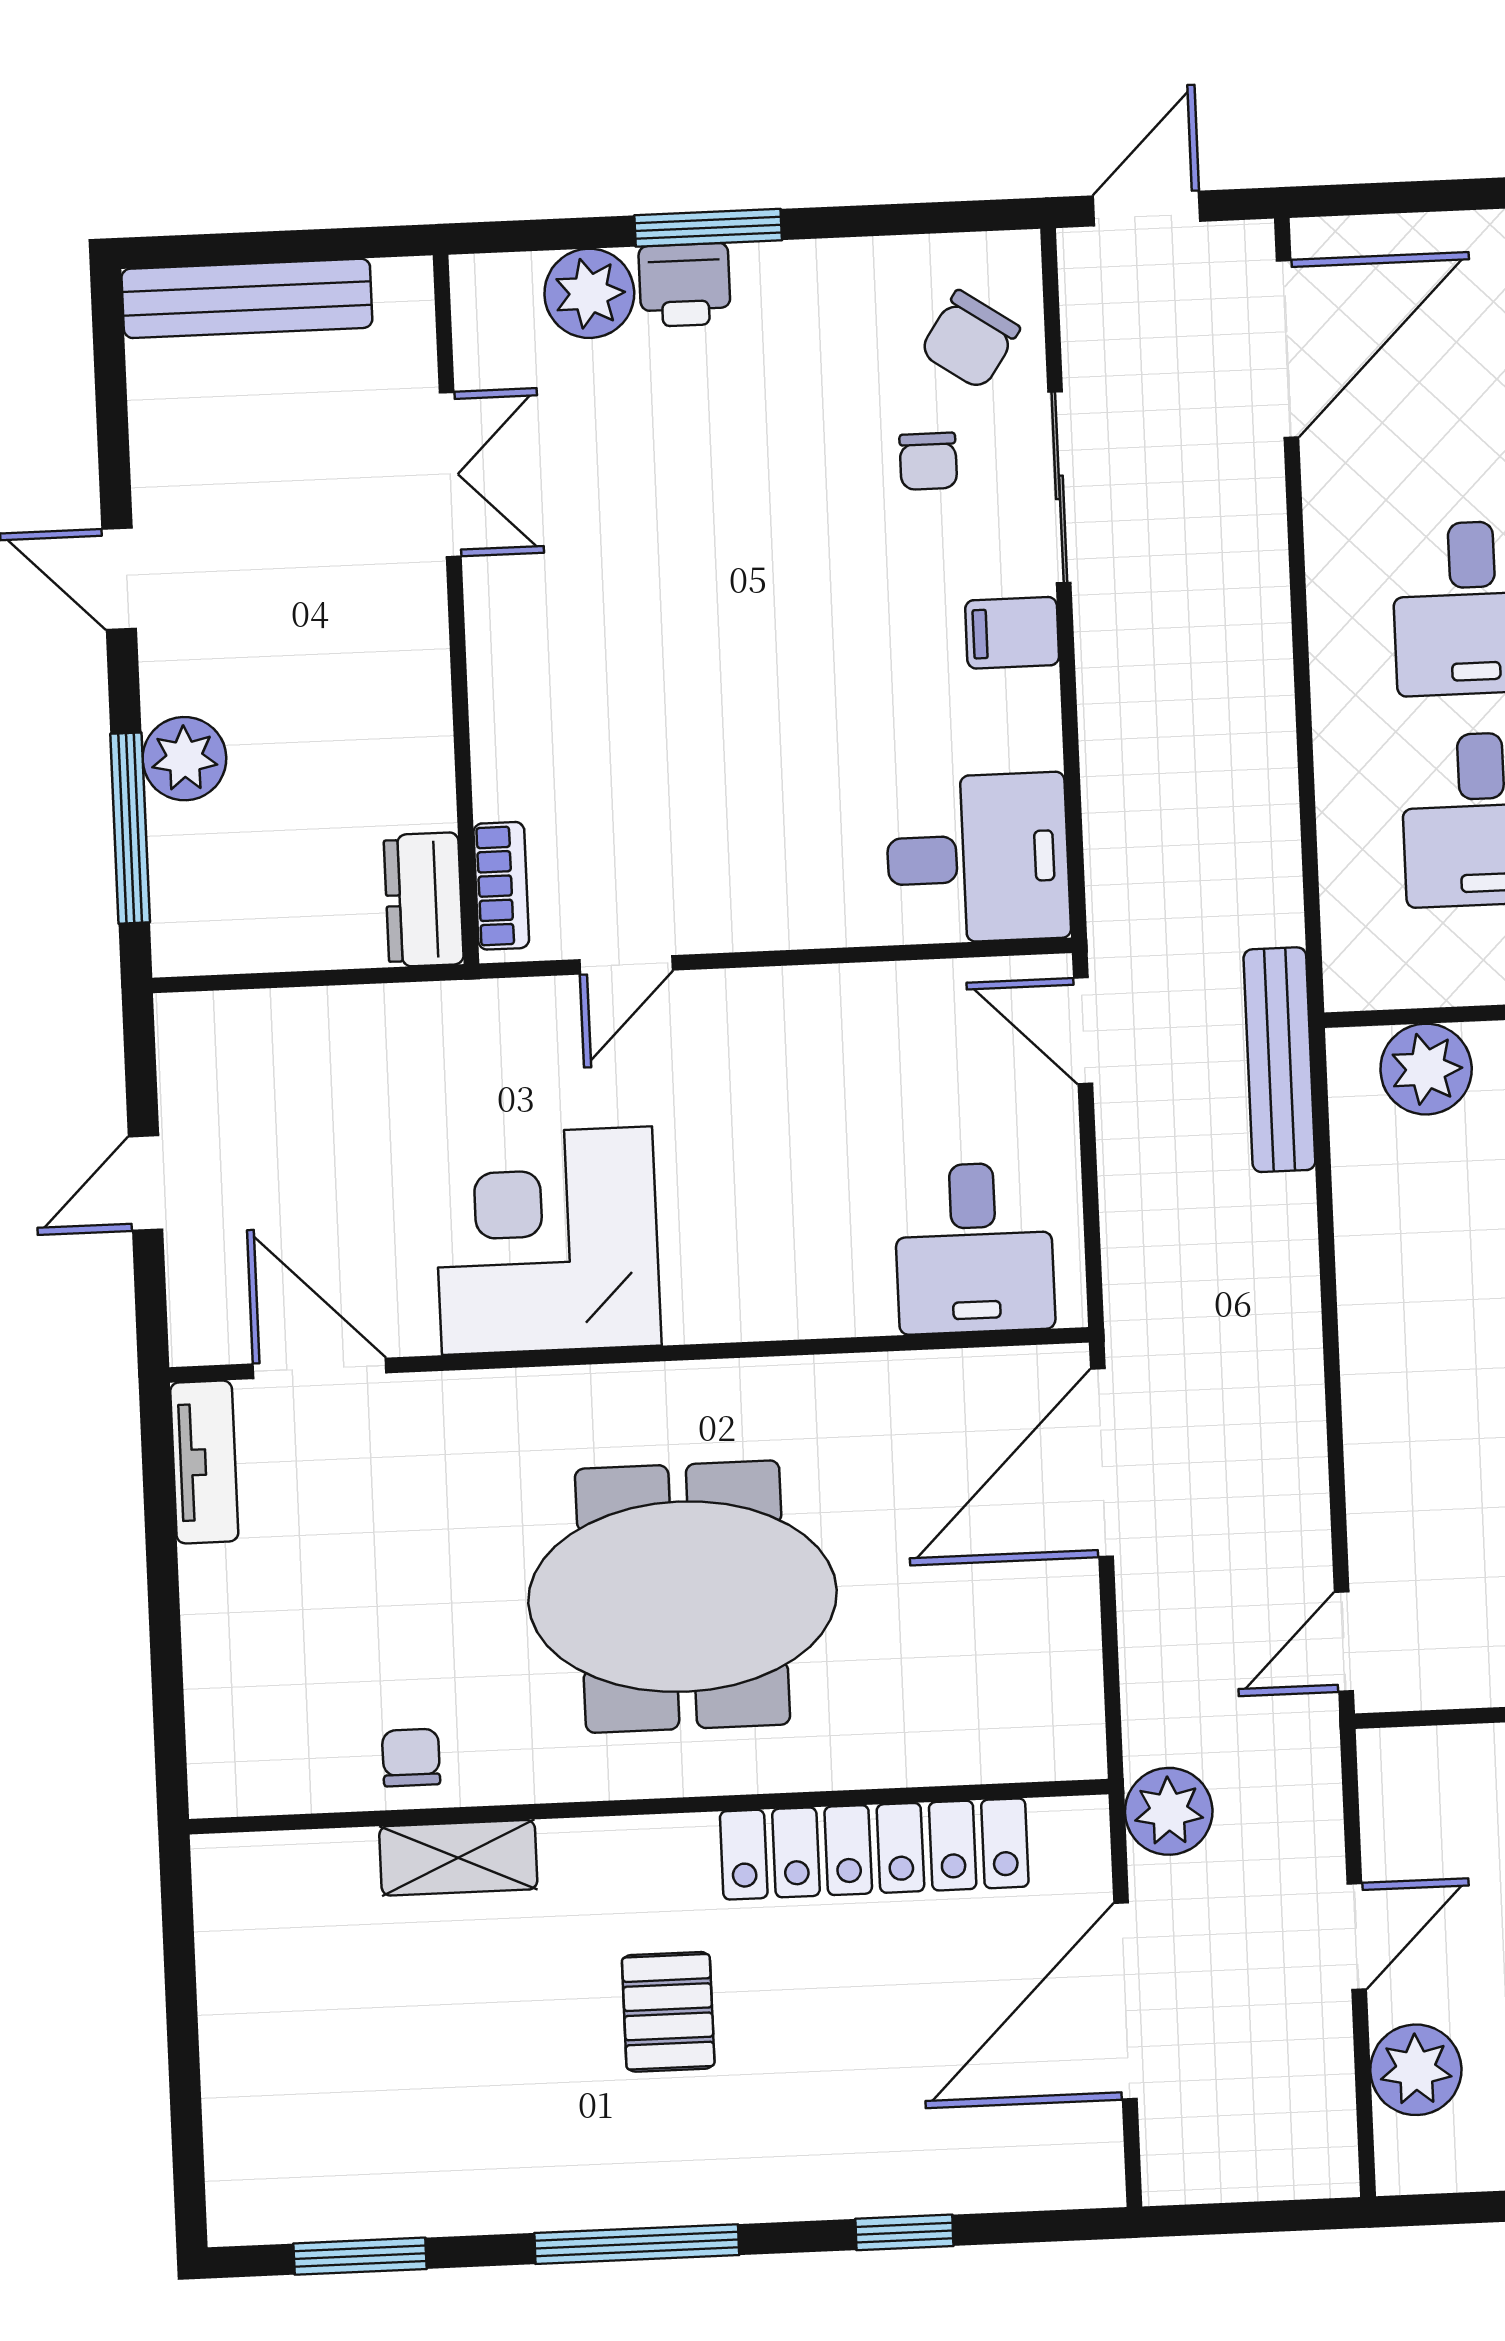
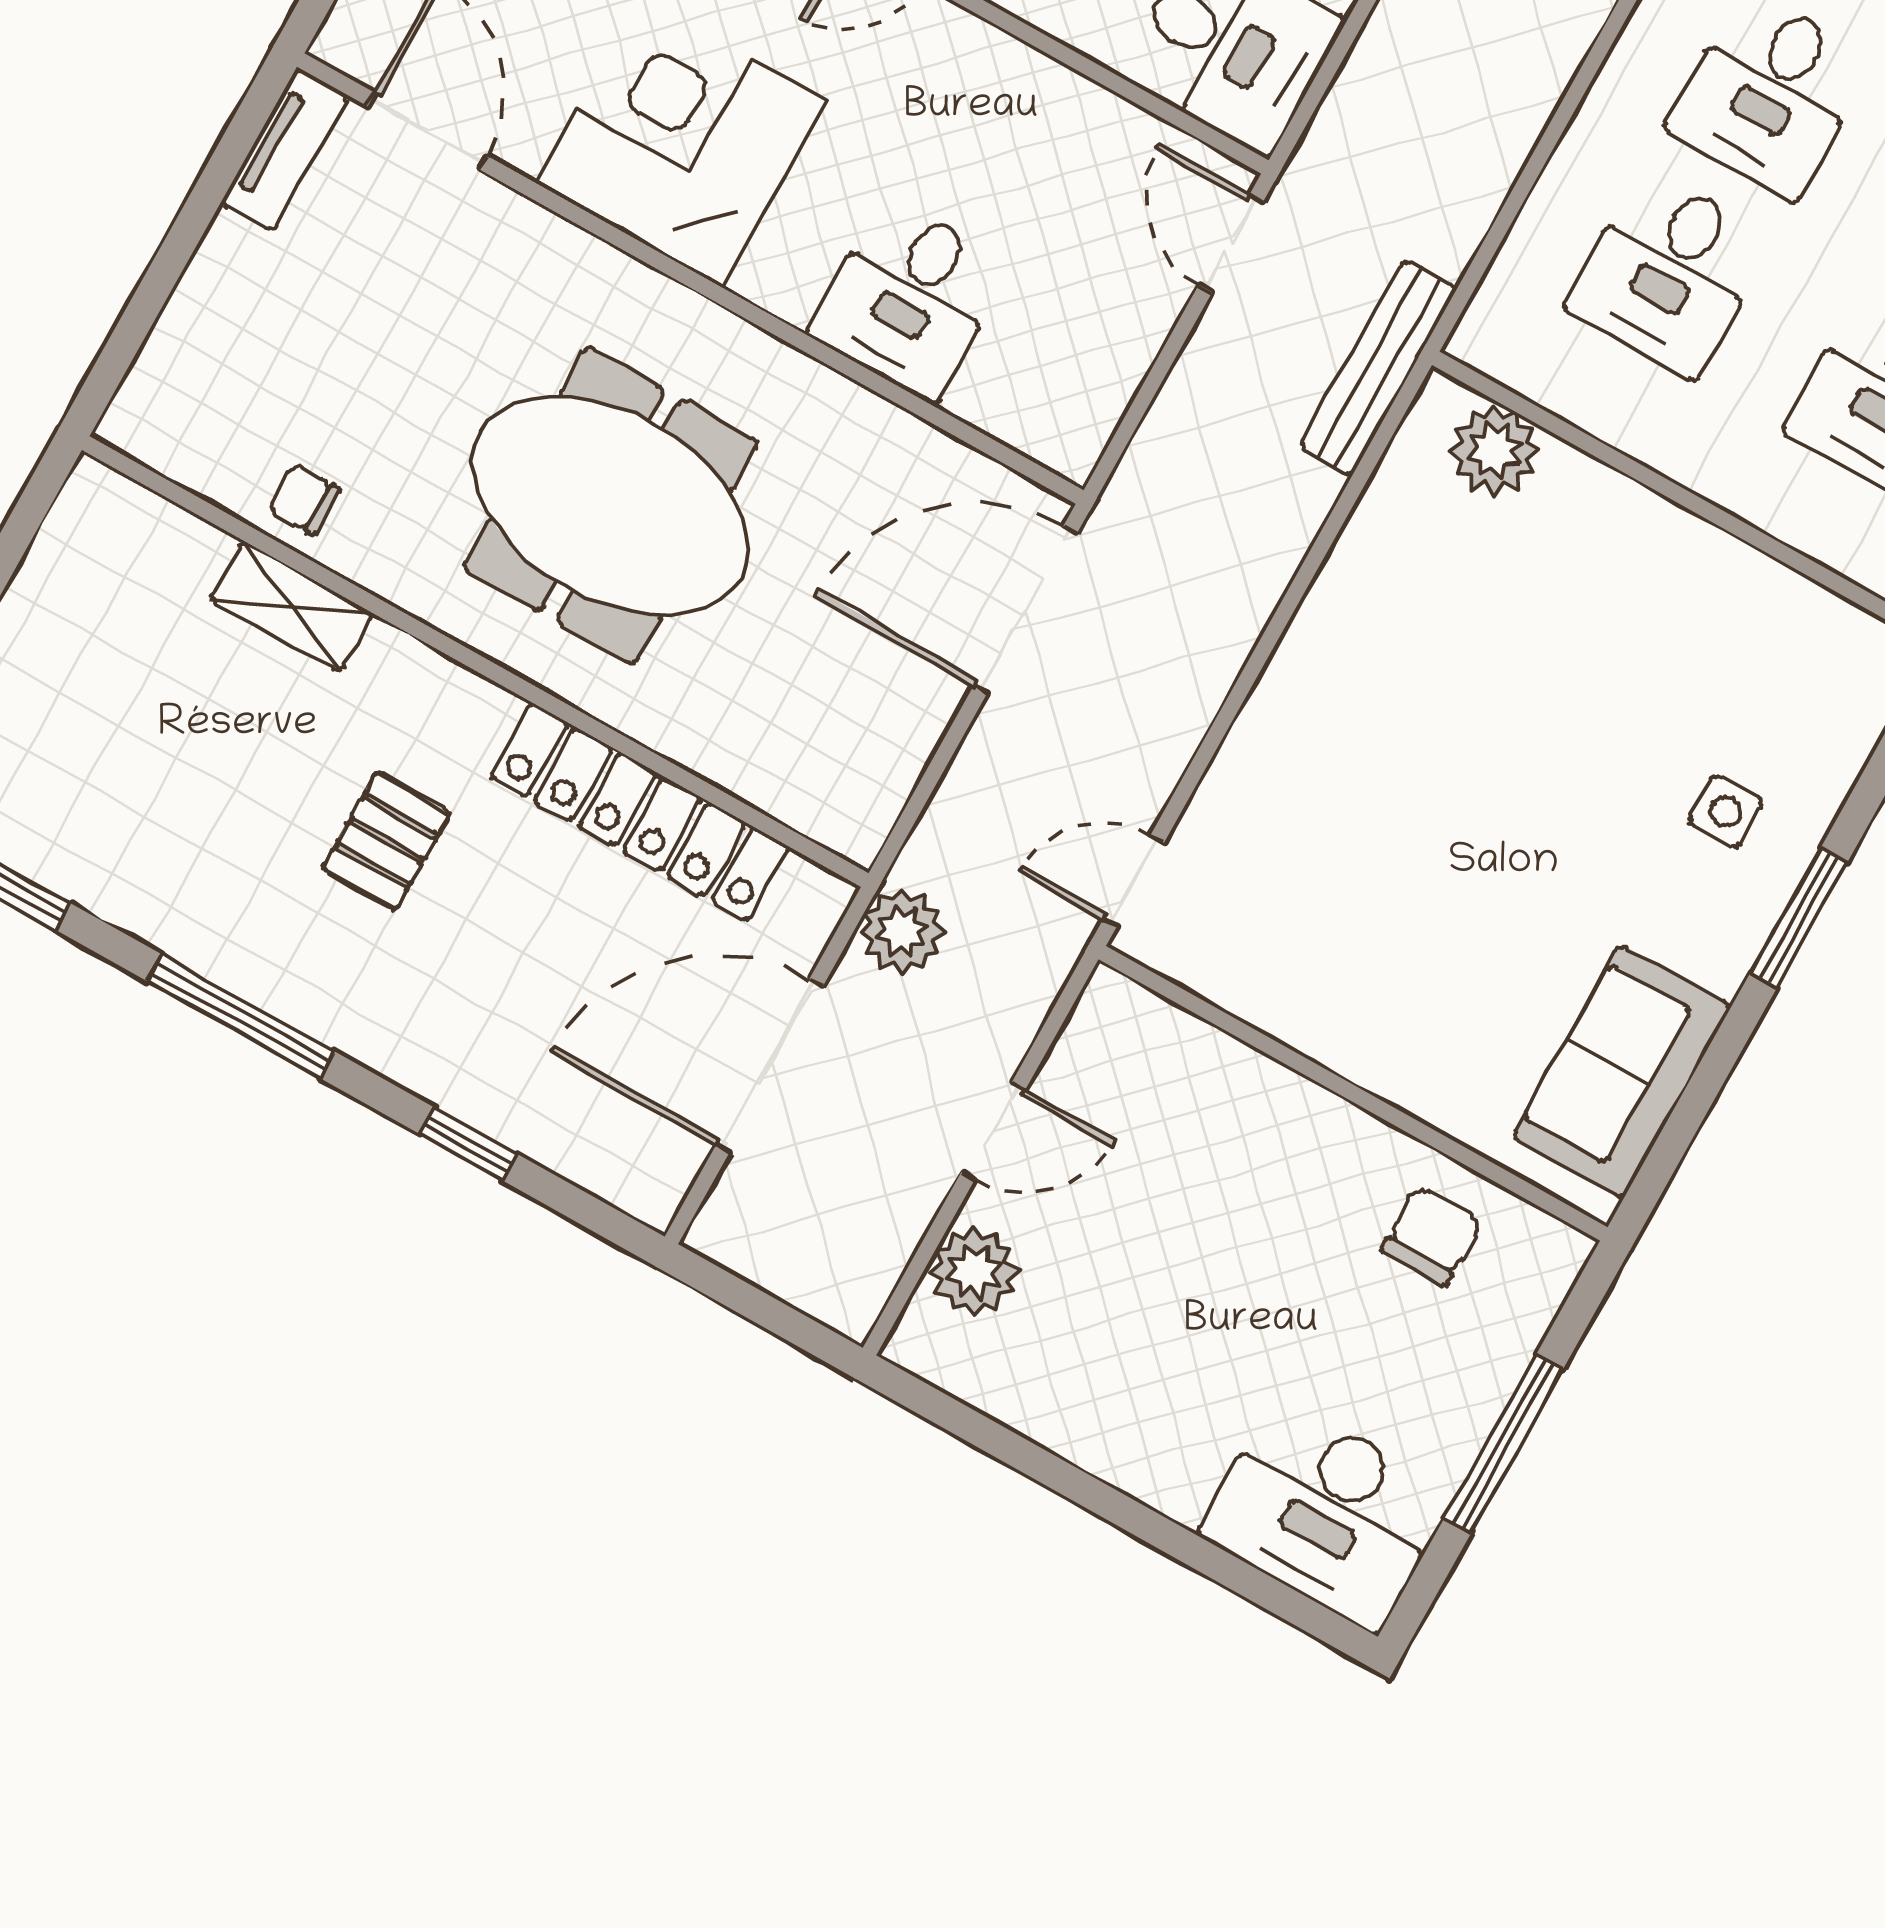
desk: (974, 1248) -> (909, 299), moved
chair: (411, 1758) -> (304, 499), turned -90

